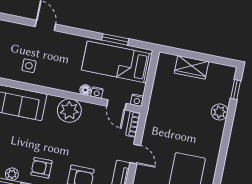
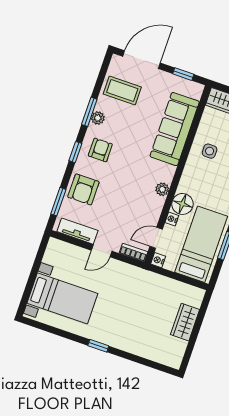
floor lamp: (85, 90) -> (182, 204), width x1.89, depth x1.89
window: (236, 90) -> (98, 346), moved
plant: (69, 111) -> (162, 189), width x0.53, depth x0.53
plant: (220, 112) -> (134, 345), removed

